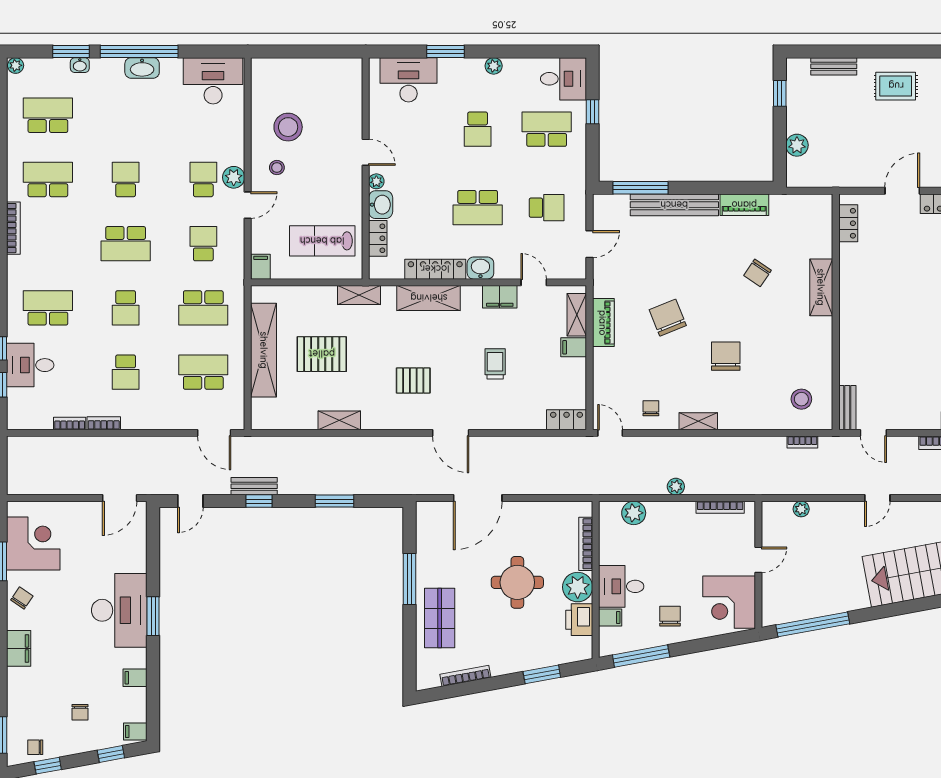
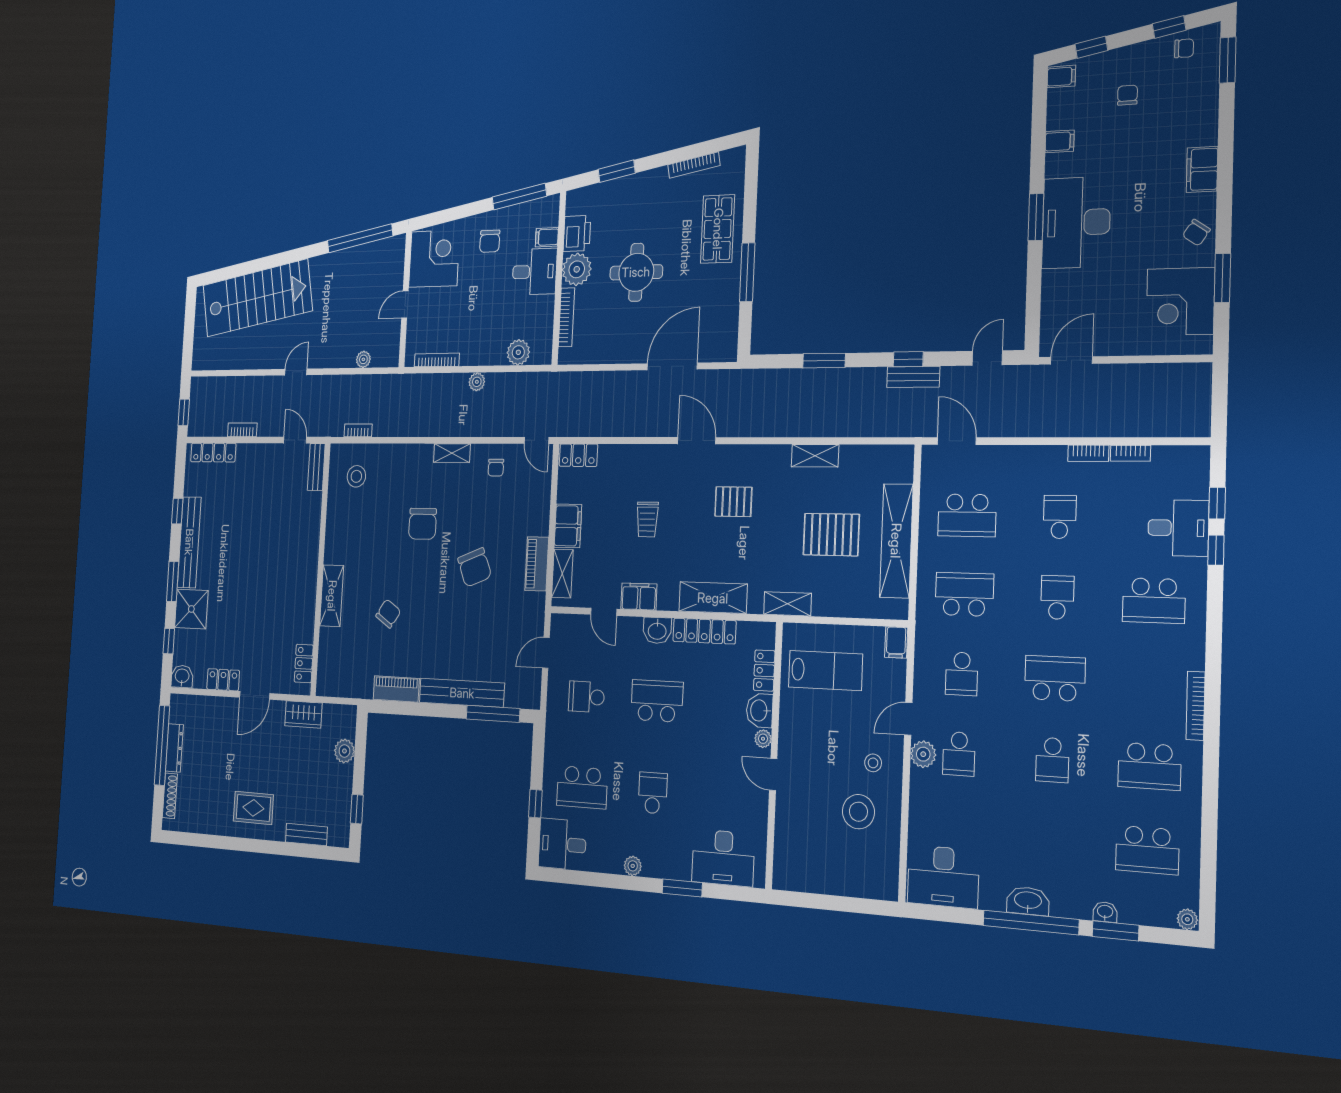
wardrobe: (845, 176) -> (303, 714), added
filing cabinet: (574, 347) -> (568, 526), width x2.00

